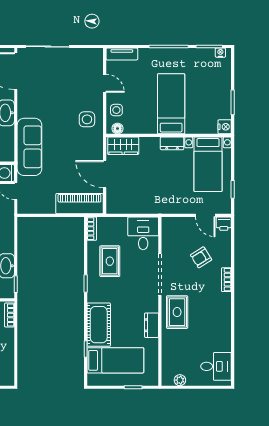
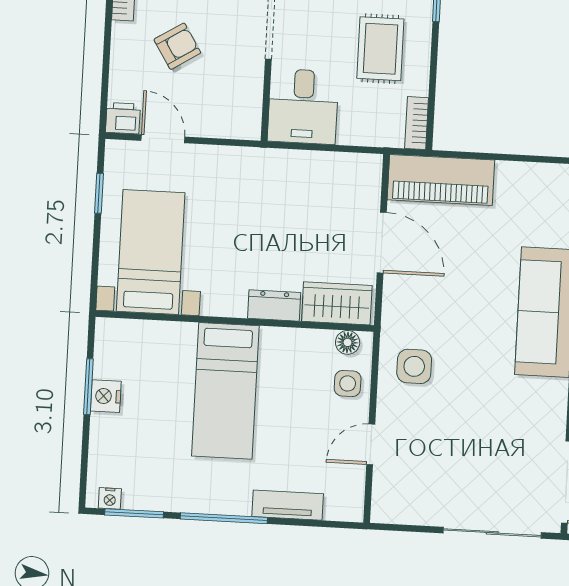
tv unit: (122, 54) -> (288, 505), moved
door: (105, 83) -> (371, 444), hinge flipped
nightstand: (225, 127) -> (106, 396), moved
dresser: (172, 143) -> (274, 305), moved

